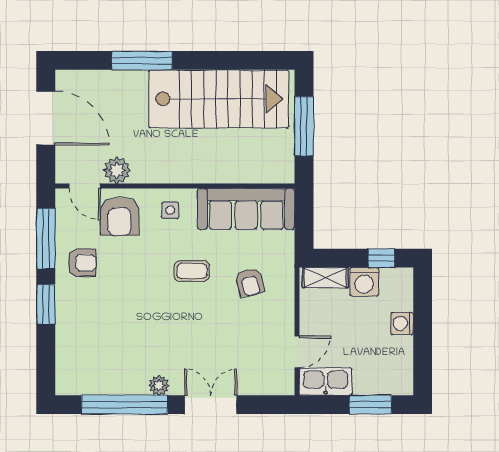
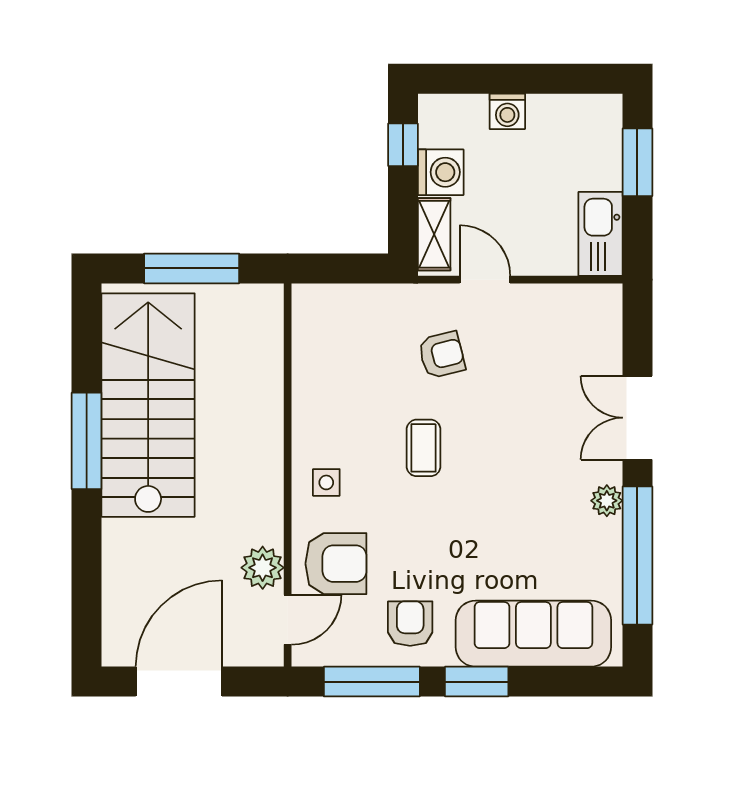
window: (142, 60) -> (87, 441), moved
sofa: (246, 209) -> (533, 634), moved, turned -90
door: (297, 352) -> (485, 280), moved

